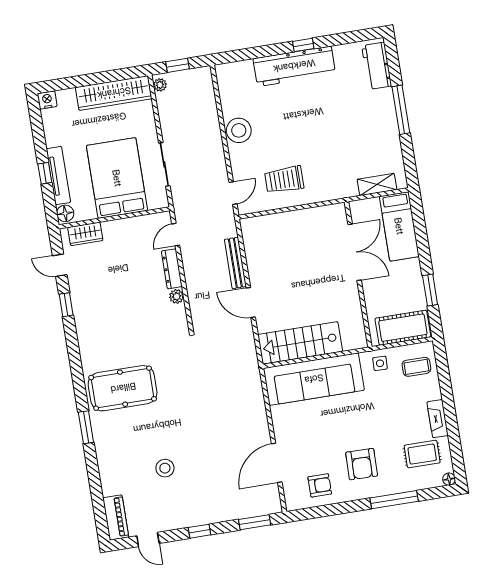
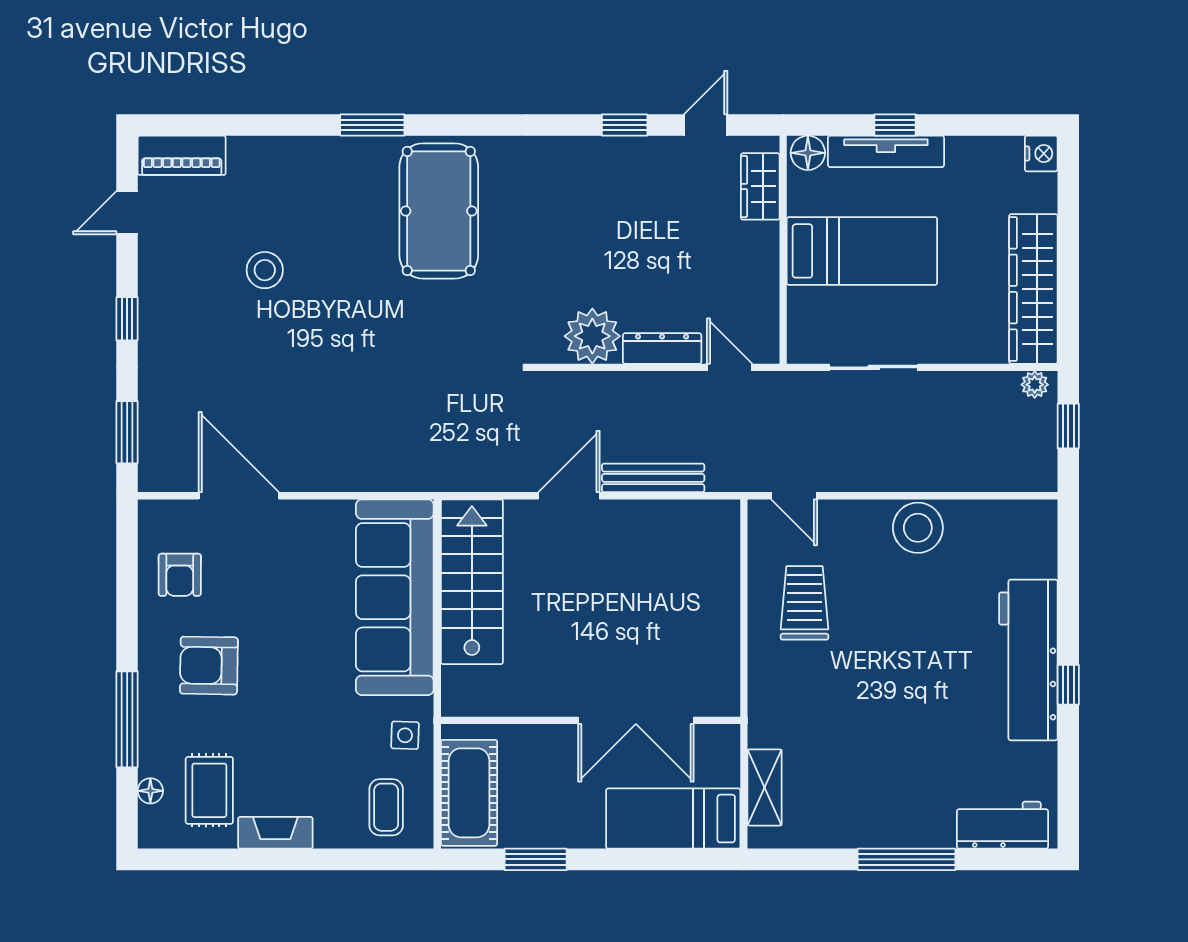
bed: (117, 178) -> (862, 251), width x0.67
plant: (177, 296) -> (592, 336), width x1.88, depth x1.88
floor lamp: (449, 479) -> (150, 791), moved

